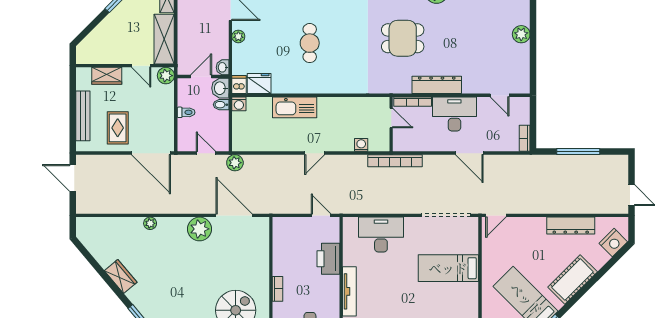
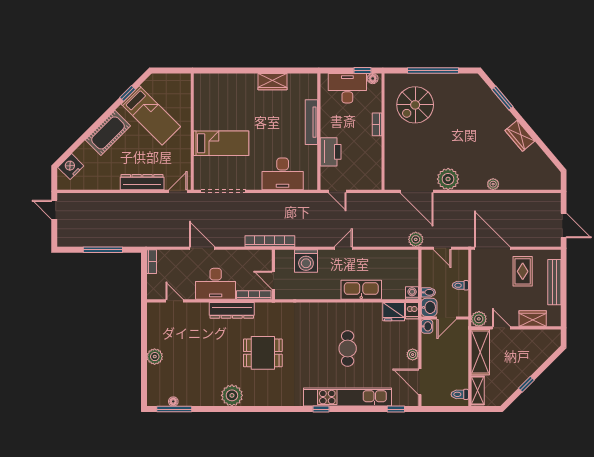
washing machine: (361, 145) -> (306, 261), width x1.89, depth x1.89
dresser: (571, 226) -> (142, 182), moved

